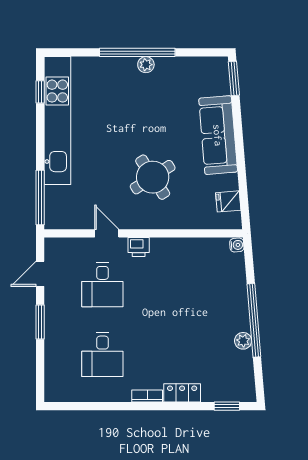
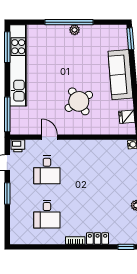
window: (40, 92) -> (7, 47), width x2.17
printer: (139, 247) -> (18, 146), moved

